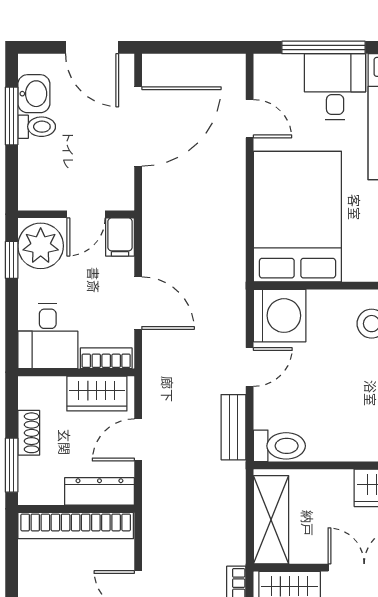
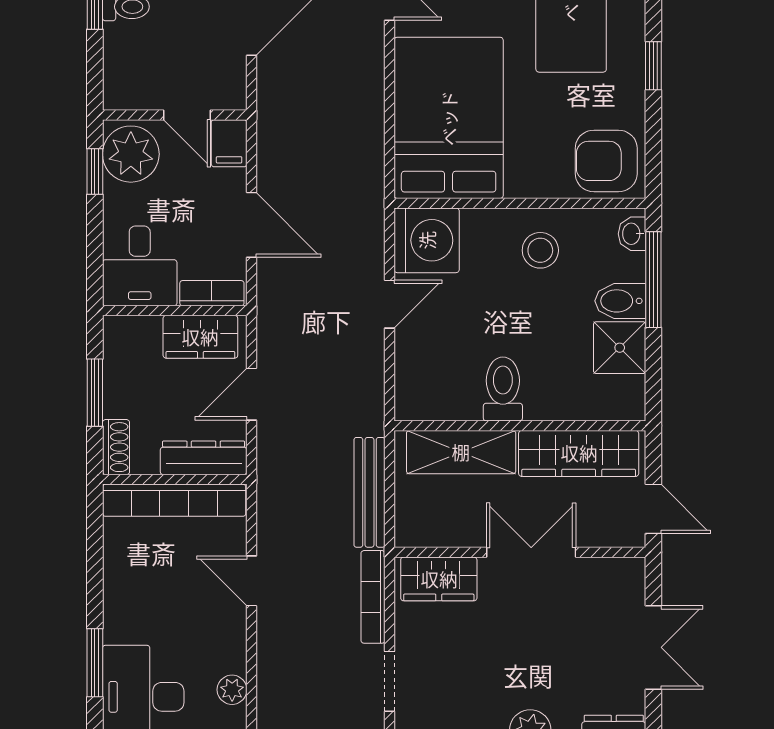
door: (86, 214) -> (187, 115), hinge flipped
bench: (234, 427) -> (369, 492), moved, width x1.36
shoe rack: (29, 433) -> (116, 447), moved
toilet: (279, 446) -> (503, 389), moved, turned -90
window: (12, 465) -> (95, 393), moved
shelving: (271, 520) -> (461, 452), moved, turned 90

